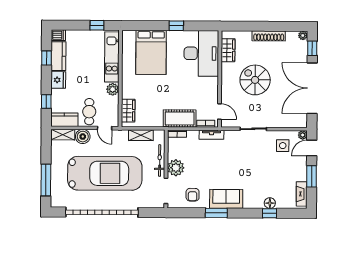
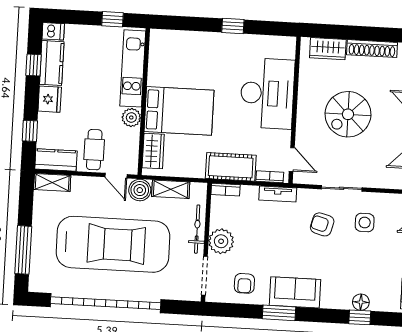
wardrobe: (228, 50) -> (328, 49), moved, turned 90
bed: (151, 52) -> (179, 111), moved, turned -90
desk: (201, 53) -> (267, 93), moved
spiral stairs: (255, 80) -> (348, 114), turned -90
boiler: (83, 137) -> (140, 190), moved
side table: (283, 146) -> (365, 223), moved
armchair: (242, 153) -> (322, 224), added

